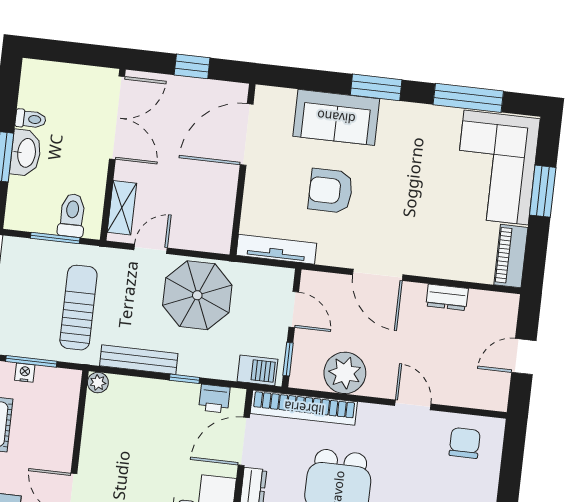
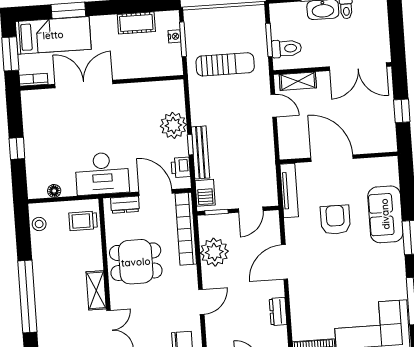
door: (247, 134) -> (332, 158), moved
parasol: (197, 295) -> (248, 143), removed
bench: (139, 360) -> (200, 152), moved
plant: (98, 383) -> (173, 125), moved, width x1.88, depth x1.88

